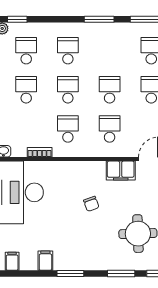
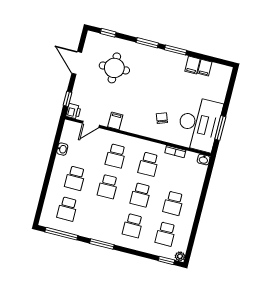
filing cabinet: (121, 171) -> (115, 121), width x0.50
chair: (91, 204) -> (162, 118), moved
filing cabinet: (12, 261) -> (205, 68), moved
window: (121, 274) -> (147, 43), moved

